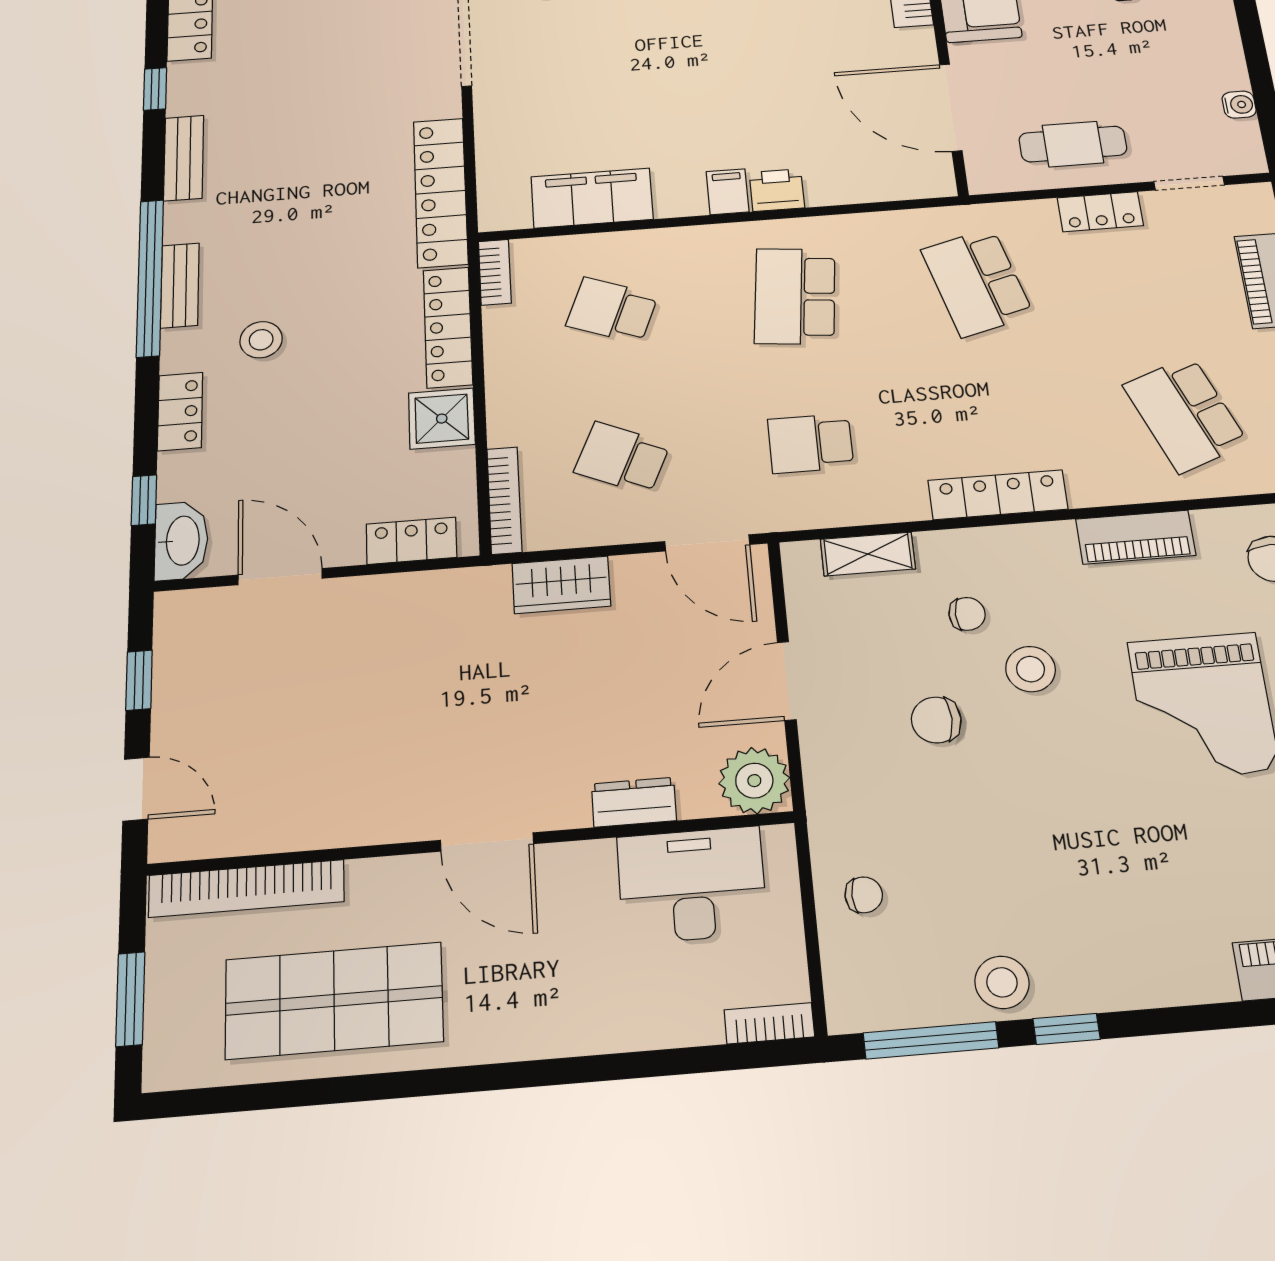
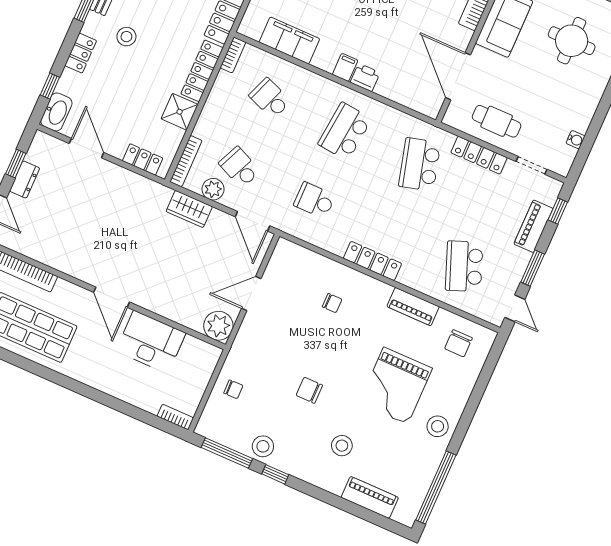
locker: (1100, 212) -> (479, 155), width x1.53
plant: (590, 524) -> (213, 189), added
shelving: (868, 554) -> (310, 259), removed
stool: (1031, 669) -> (342, 446), moved
chair: (936, 720) -> (309, 390), moved
dresser: (634, 802) -> (25, 180), moved, turned 90
desk: (692, 885) -> (151, 342), moved

